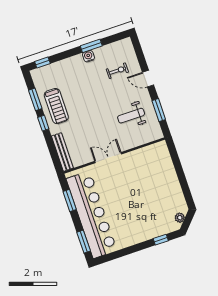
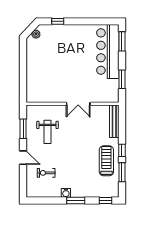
window: (91, 46) -> (76, 201), moved
weight bench: (131, 116) -> (47, 132), turned 90
bar counter: (92, 215) -> (108, 52), width x0.73

